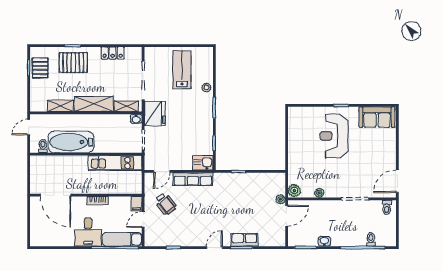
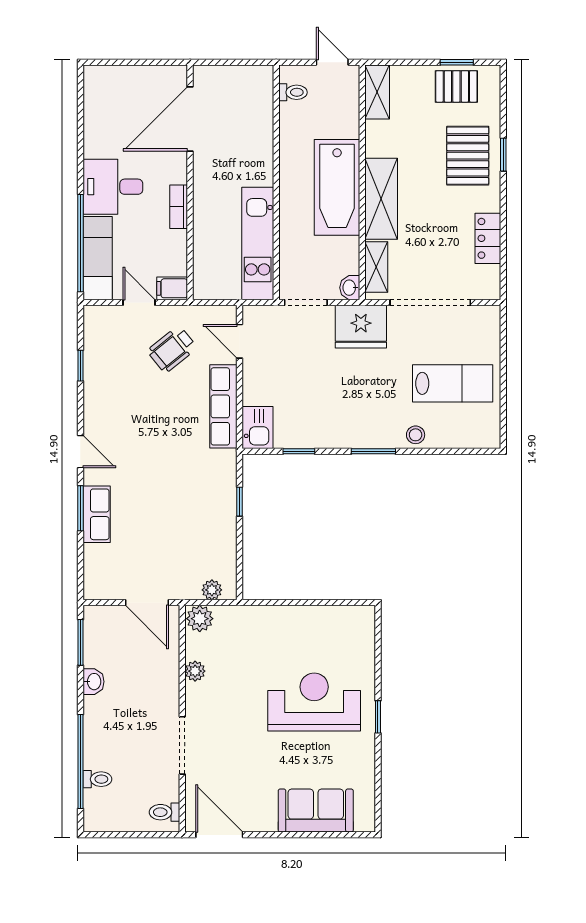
shelving: (60, 106) -> (377, 92), moved
sofa: (377, 117) -> (316, 811), moved, turned 90
bathtub: (71, 142) -> (337, 187), moved, turned 180
plant: (280, 199) -> (212, 590), moved

